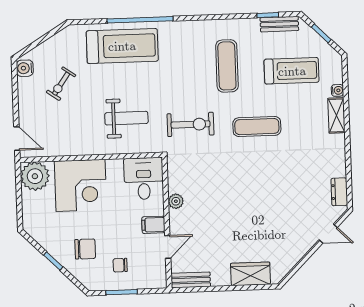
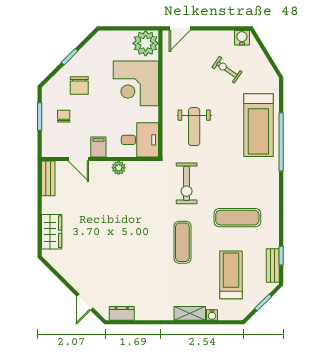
treadmill: (292, 71) -> (231, 275), turned 180

